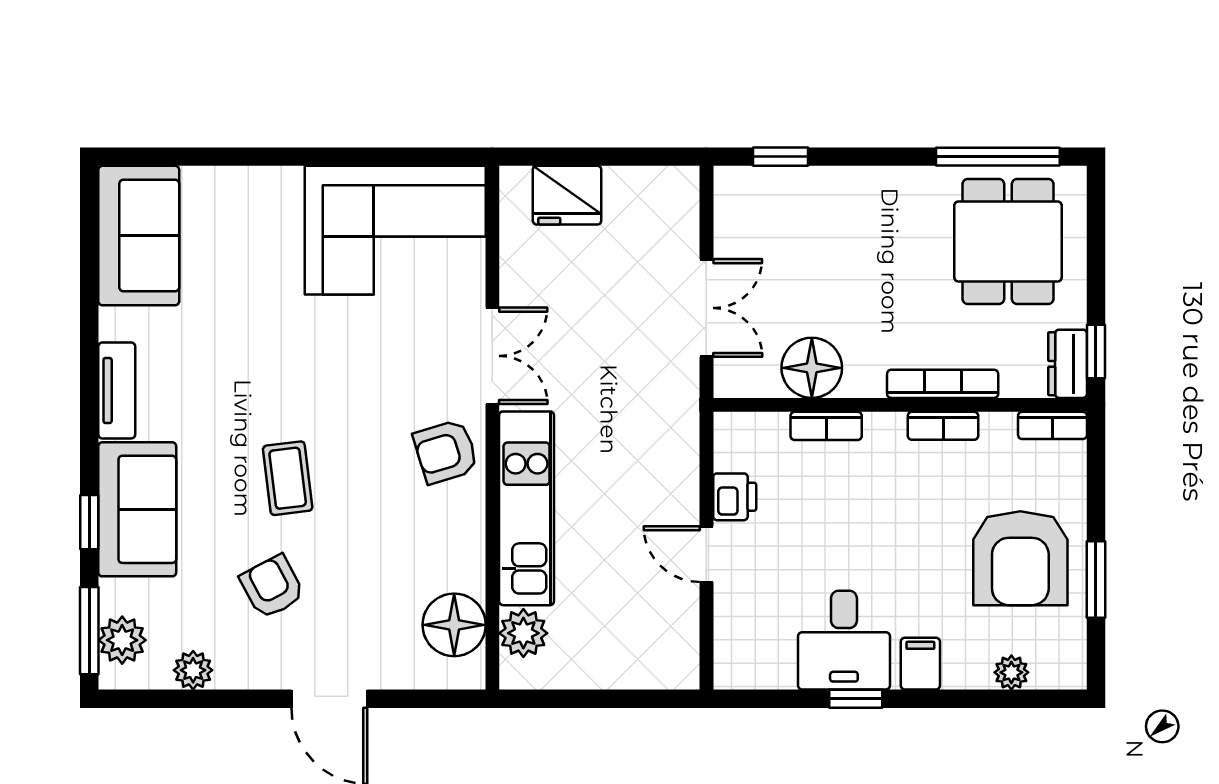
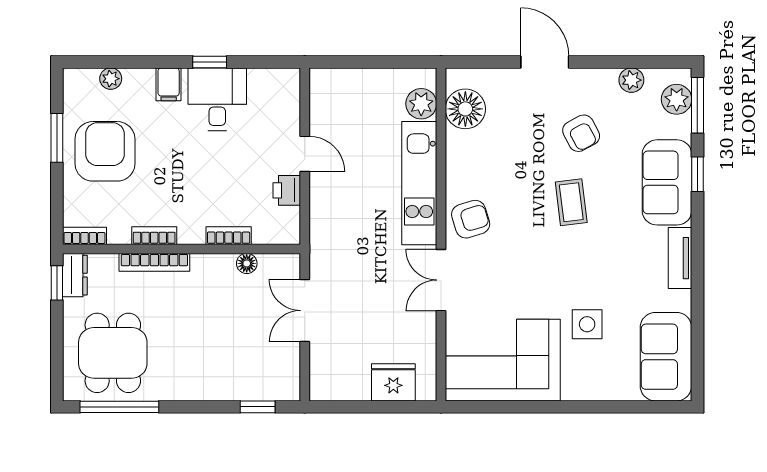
side table: (263, 287) -> (587, 324), added
floor lamp: (812, 368) -> (247, 263), width x0.53, depth x0.53

